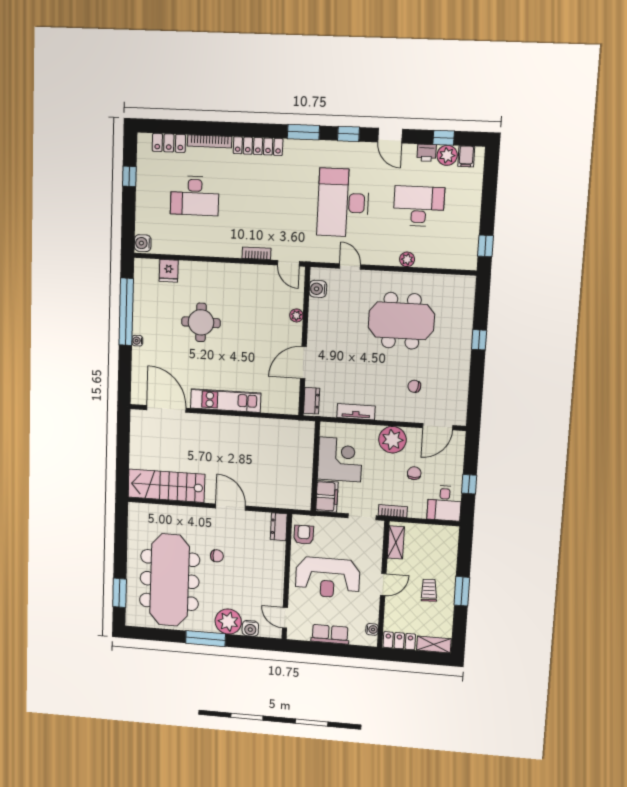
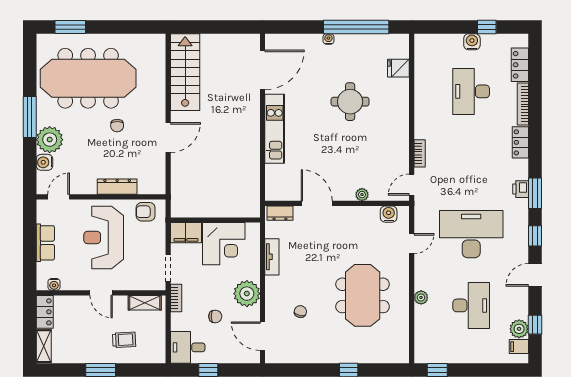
locker: (258, 146) -> (520, 142), width x0.66
printer: (427, 153) -> (521, 189), moved
water cooler: (143, 243) -> (472, 42), moved
dresser: (279, 527) -> (117, 187), moved, width x1.44
armchair: (304, 535) -> (146, 212), turned 180
trolley: (429, 590) -> (124, 340), moved

